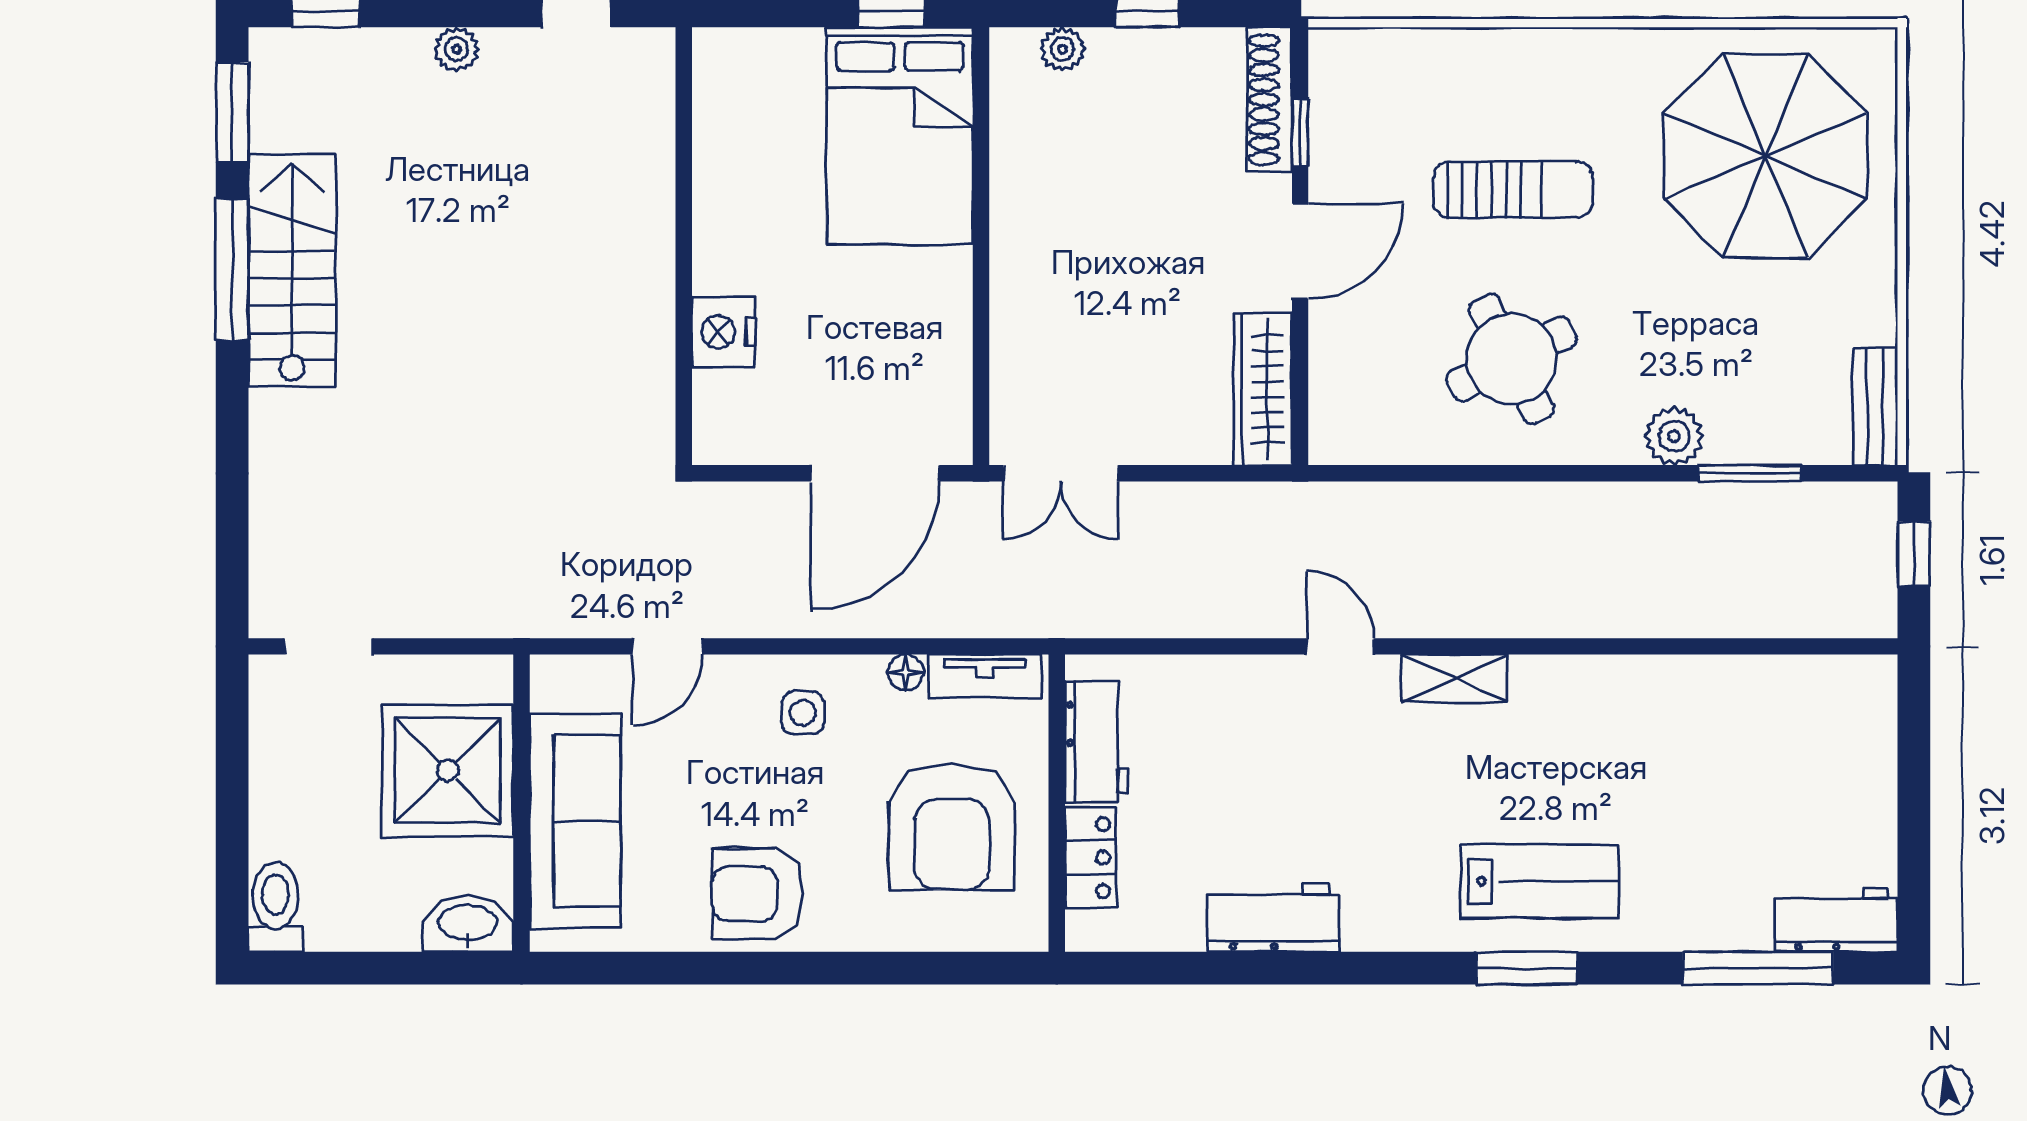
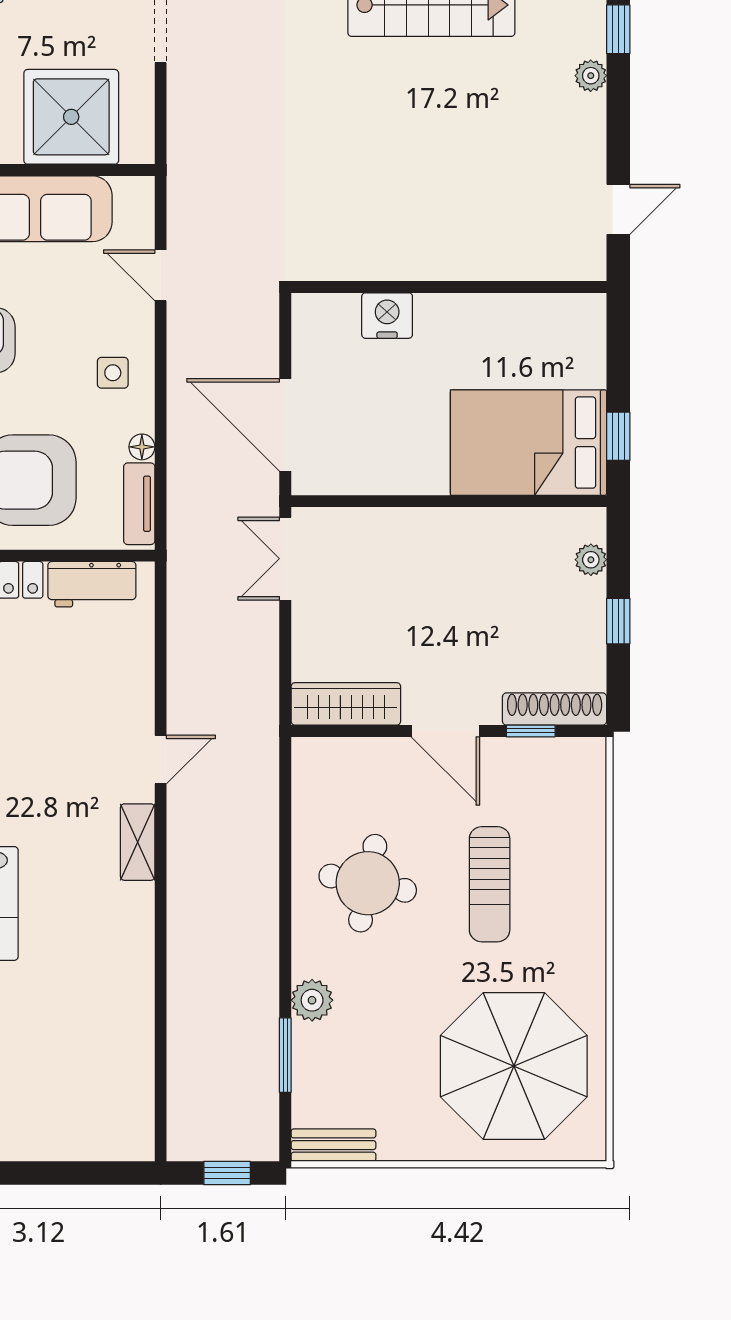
plant: (457, 49) -> (591, 76), moved
round table: (1512, 359) -> (368, 883), turned 38

